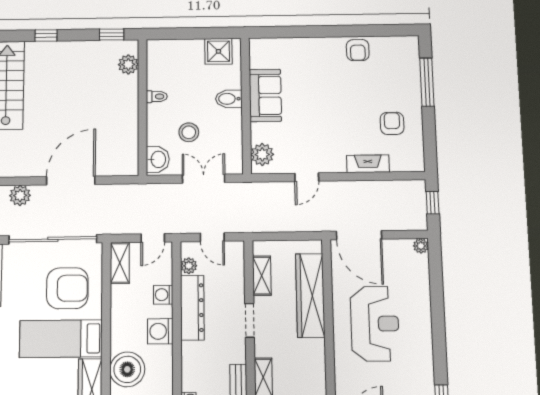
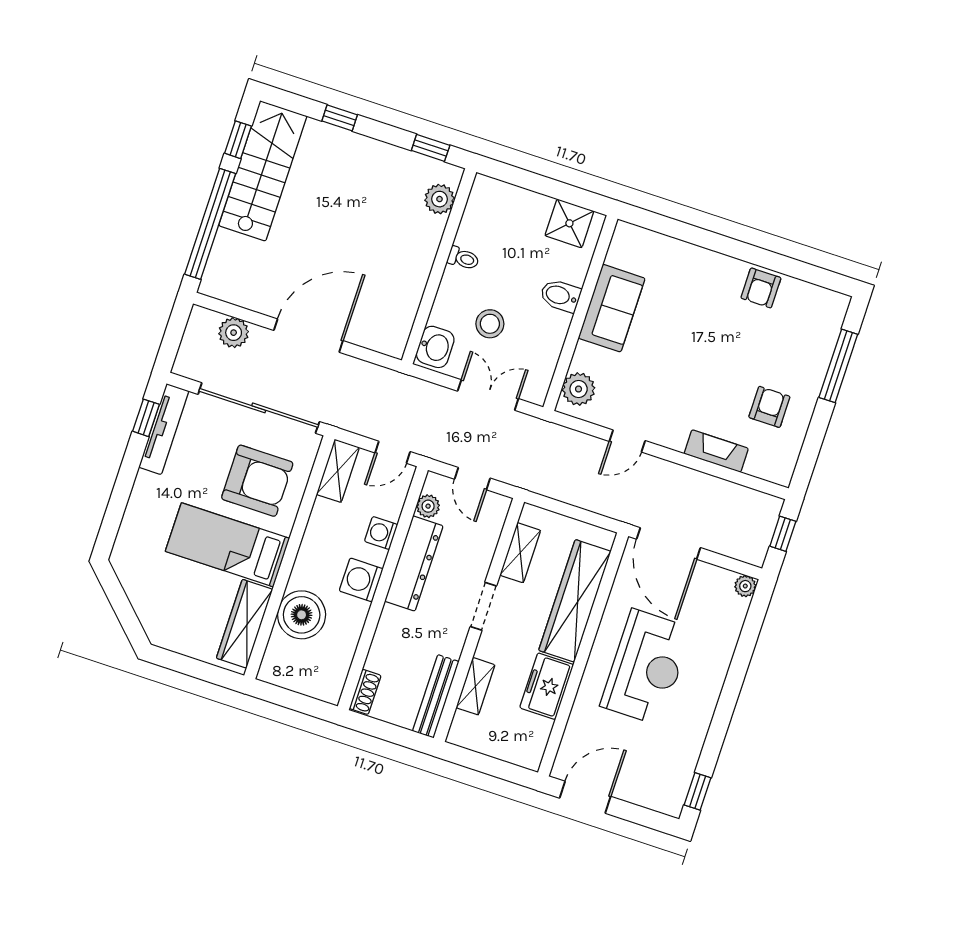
freezer: (312, 360) -> (547, 686), added

